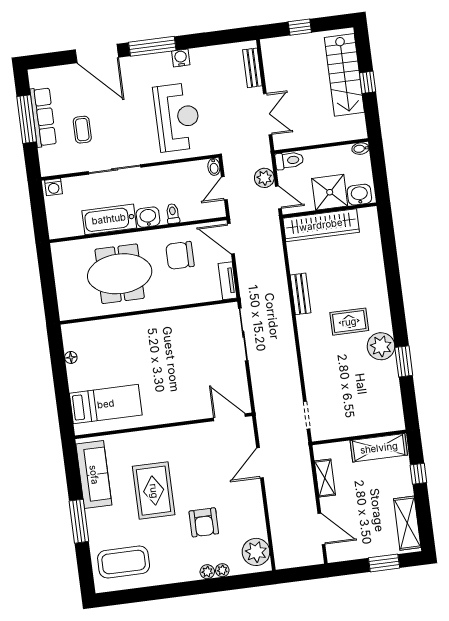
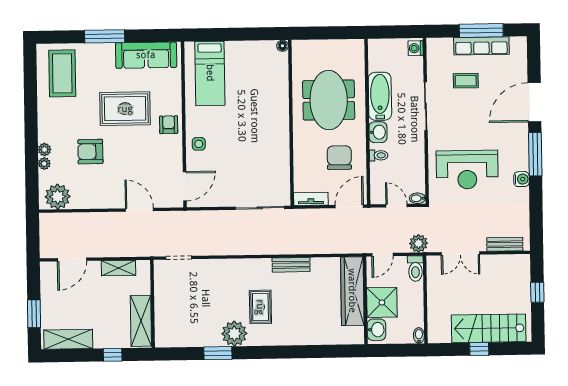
plant: (264, 178) -> (419, 243), moved
floor lamp: (71, 357) -> (282, 46), moved
side table: (182, 407) -> (199, 144), added
armchair: (166, 442) -> (169, 125), added

